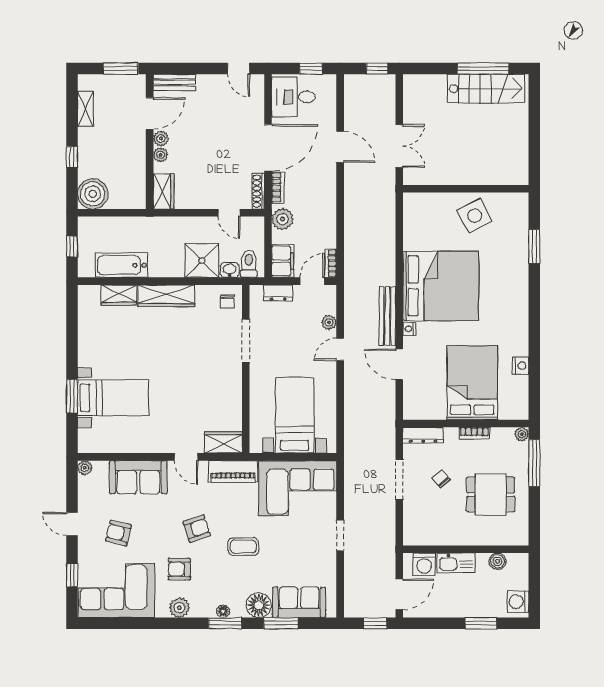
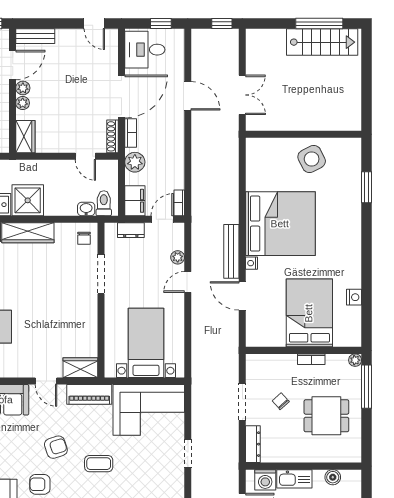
shower: (202, 261) -> (28, 200), moved
dresser: (423, 435) -> (253, 444), moved, turned -90

